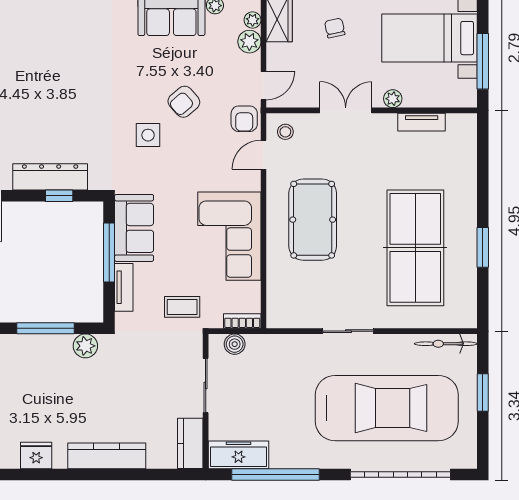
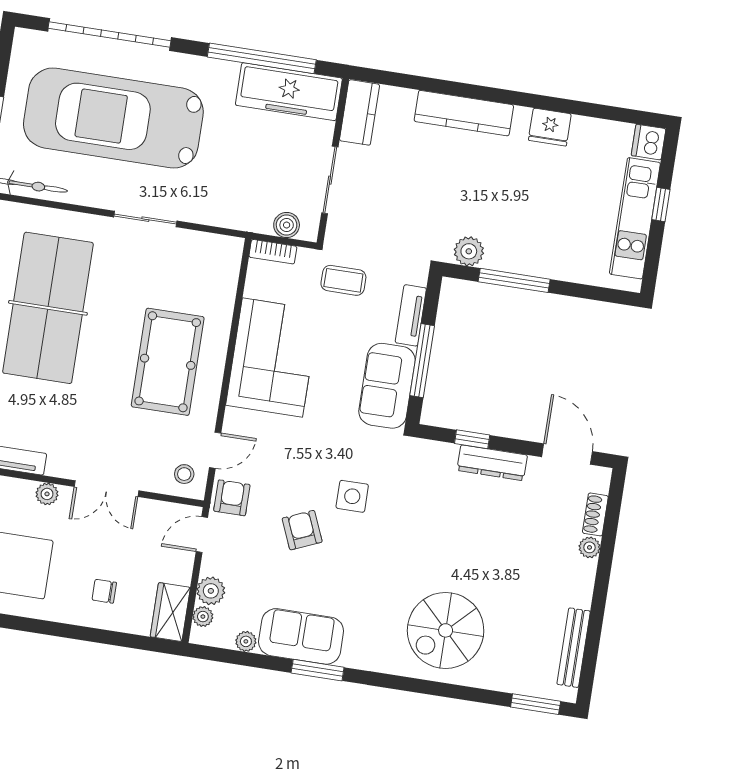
chair: (335, 28) -> (104, 591), turned 102
spiral stairs: (56, 39) -> (446, 630), added
armchair: (184, 102) -> (302, 530), turned -72
dresser: (50, 177) -> (492, 463), width x0.73, depth x0.80
freezer: (238, 455) -> (289, 92), width x1.36, depth x1.26

